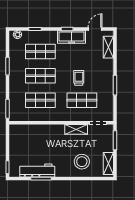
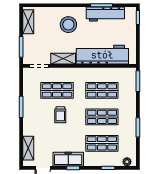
workbench: (40, 133) -> (102, 55), added
stool: (82, 162) -> (68, 25), moved

